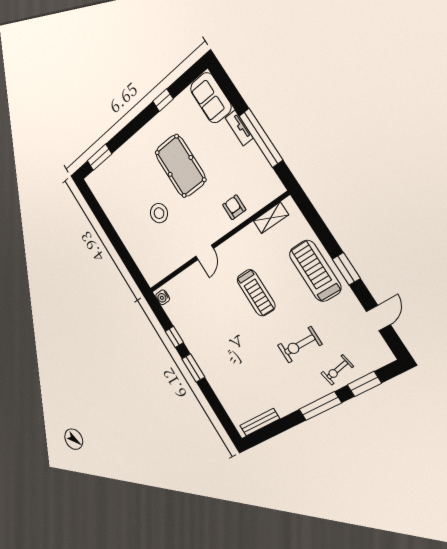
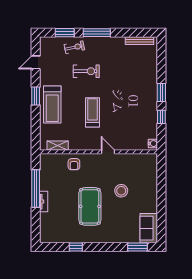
sofa: (211, 98) -> (149, 228), moved, turned 180
door: (205, 252) -> (108, 152), hinge flipped

